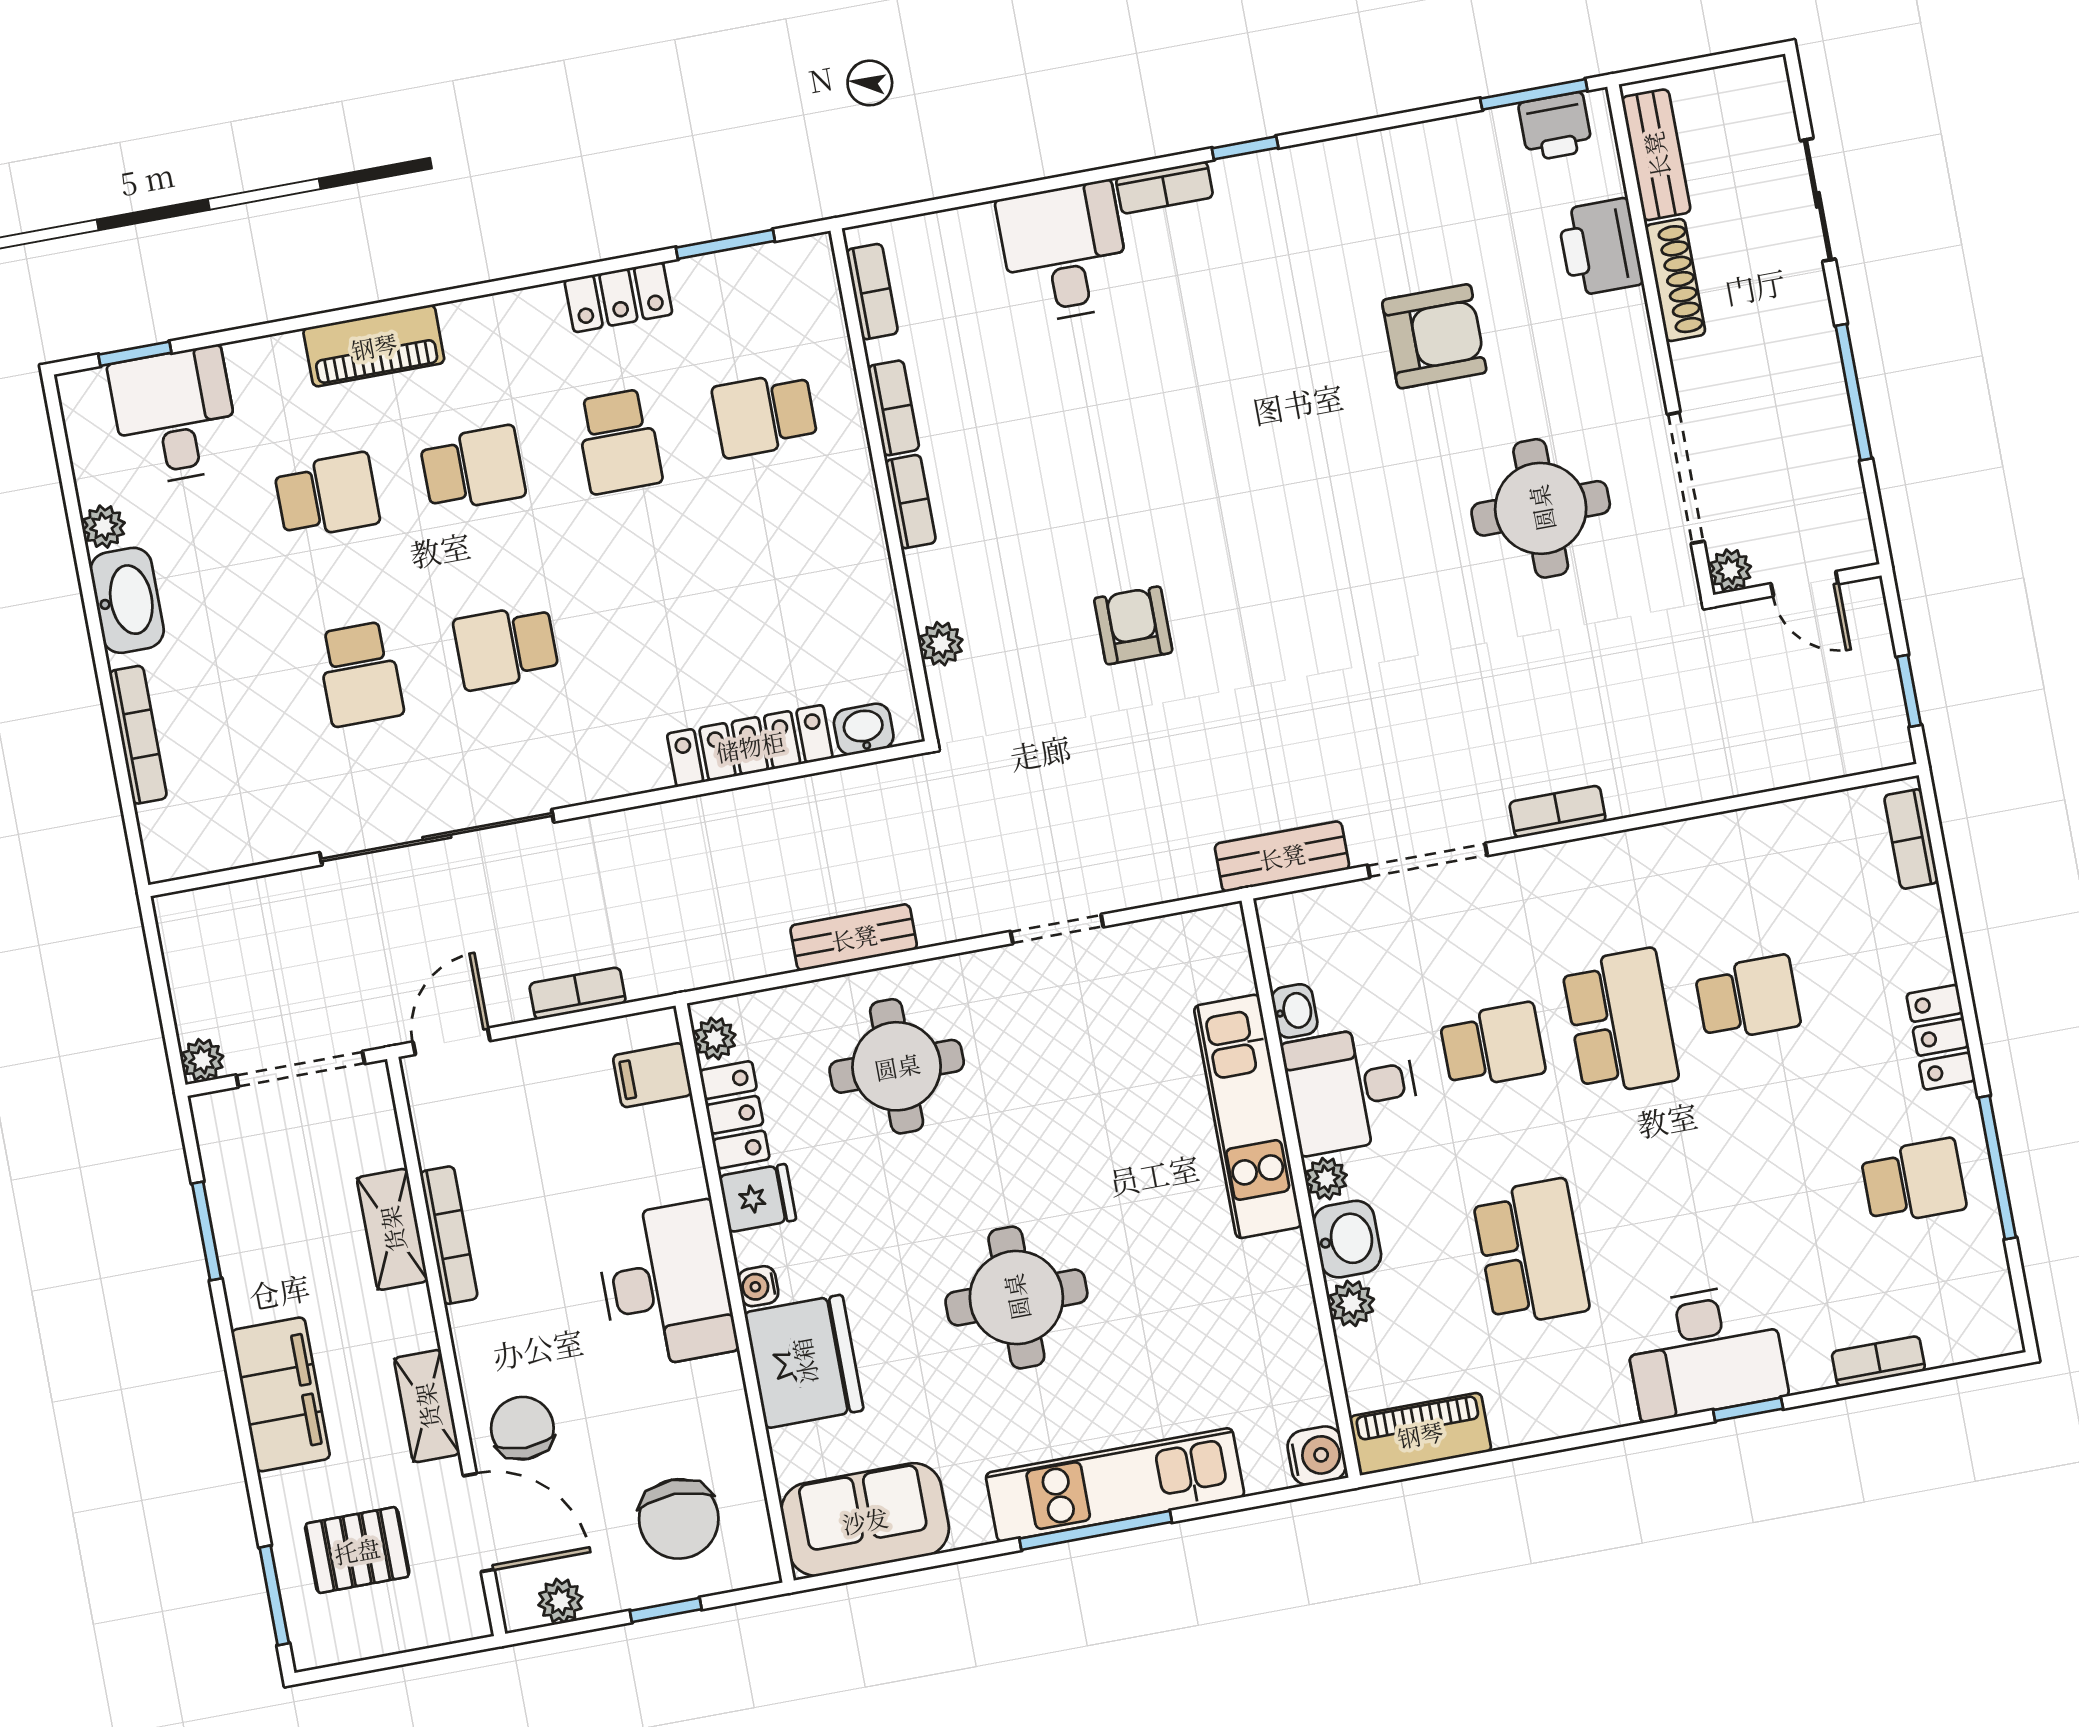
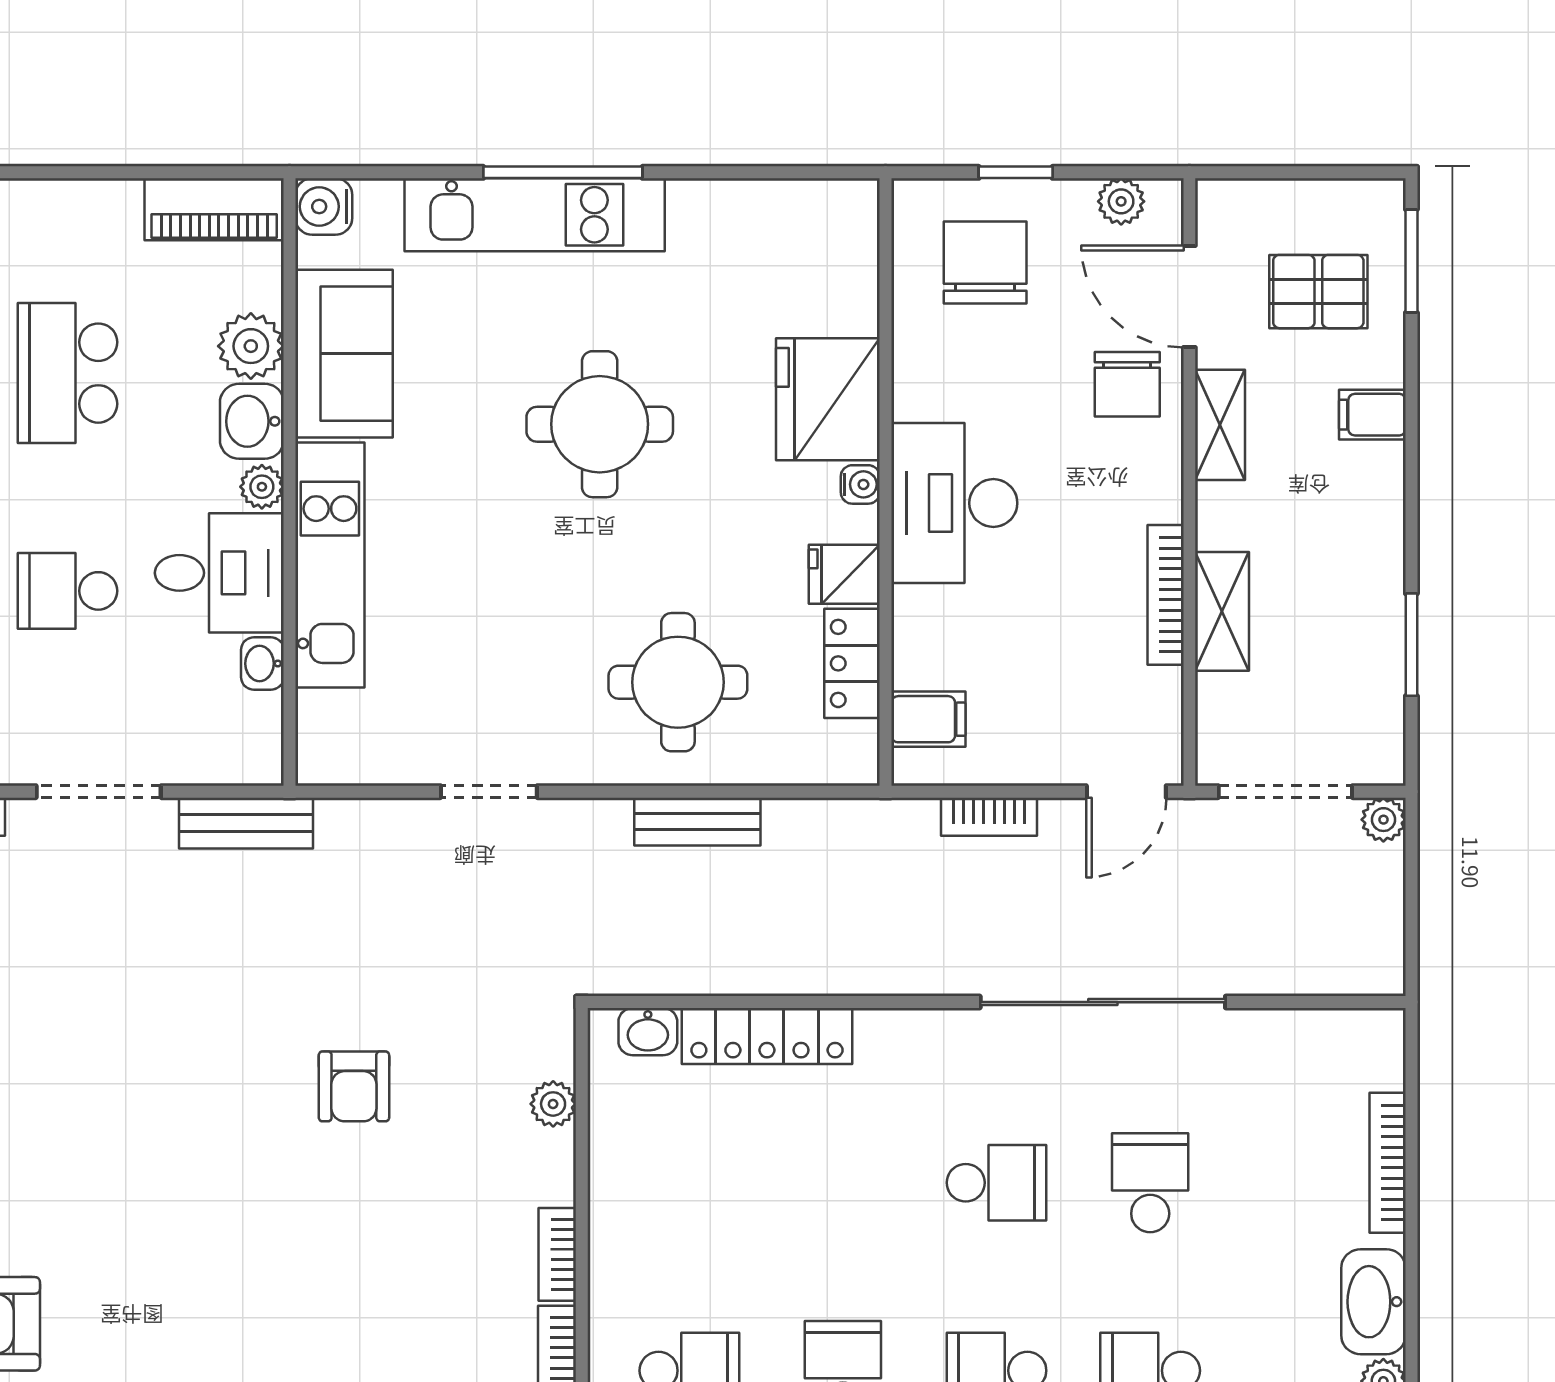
plant: (715, 1039) -> (858, 745), removed
plant: (1351, 1303) -> (251, 346), width x1.38, depth x1.38
filing cabinet: (281, 1394) -> (1372, 415), width x0.33, depth x0.86
sofa: (865, 1520) -> (344, 354), moved, turned -90

